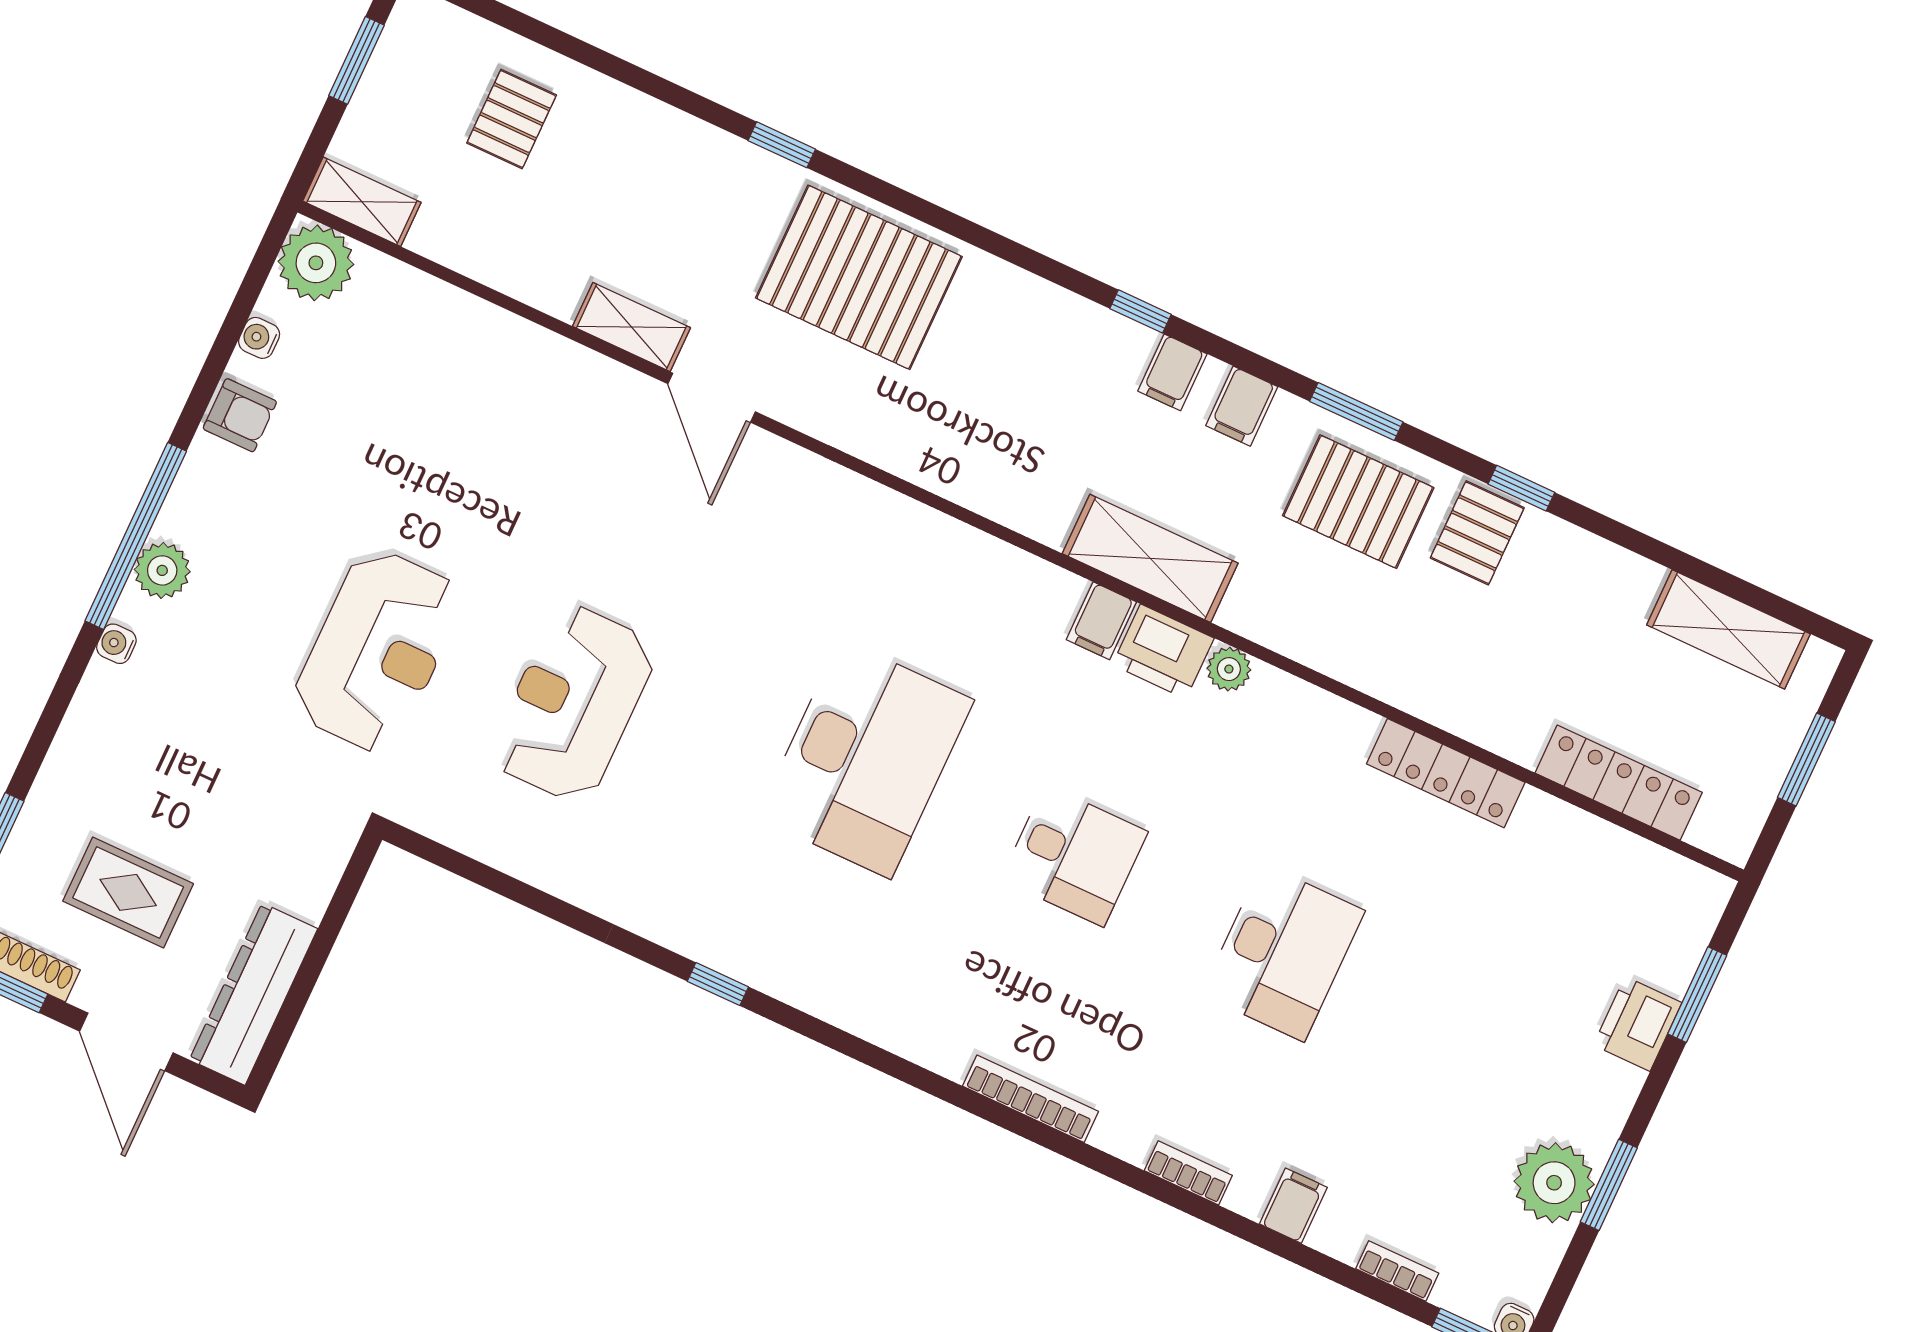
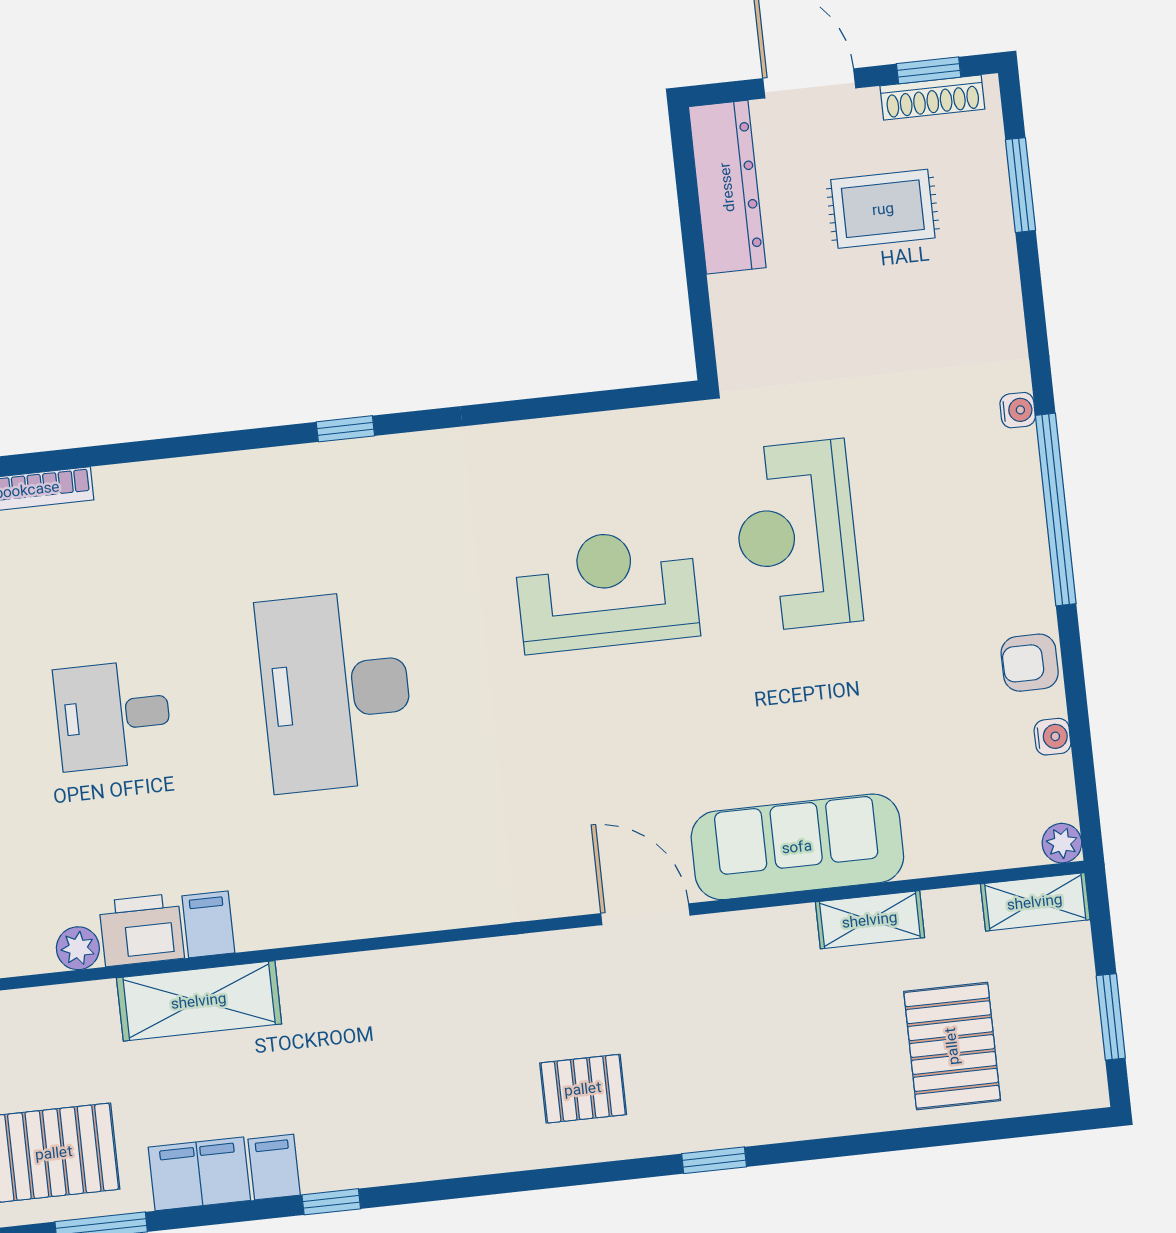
pallet: (512, 119) -> (952, 1046), width x1.50, depth x1.42
plant: (316, 263) -> (1062, 843), width x0.53, depth x0.53
pallet: (859, 277) -> (583, 1089), width x0.49, depth x0.50
shelving: (631, 327) -> (870, 920), moved
sofa: (542, 376) -> (797, 847), added
filing cabinet: (1242, 406) -> (199, 1174), width x2.00
plant: (162, 570) -> (1016, 494), removed
reception desk: (573, 703) -> (607, 590), turned -90

